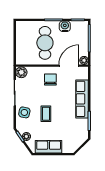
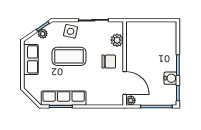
cafe table: (45, 43) -> (151, 55), removed
plant: (21, 72) -> (117, 40), moved
row of seats: (82, 99) -> (64, 98), moved
coffee table: (46, 114) -> (69, 56), width x1.86, depth x1.72

